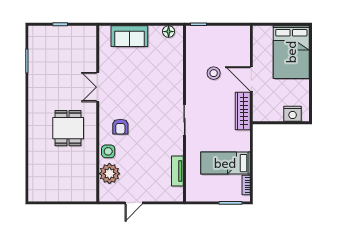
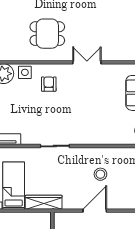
wardrobe: (243, 111) -> (44, 202), moved
armchair: (120, 127) -> (49, 84), turned 90

